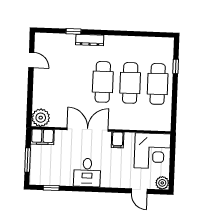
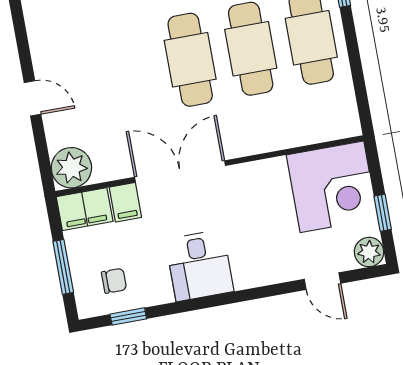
door: (31, 60) -> (33, 98), moved
filing cabinet: (118, 140) -> (125, 202), moved
window: (172, 167) -> (383, 213), added
chair: (48, 171) -> (114, 281), added

